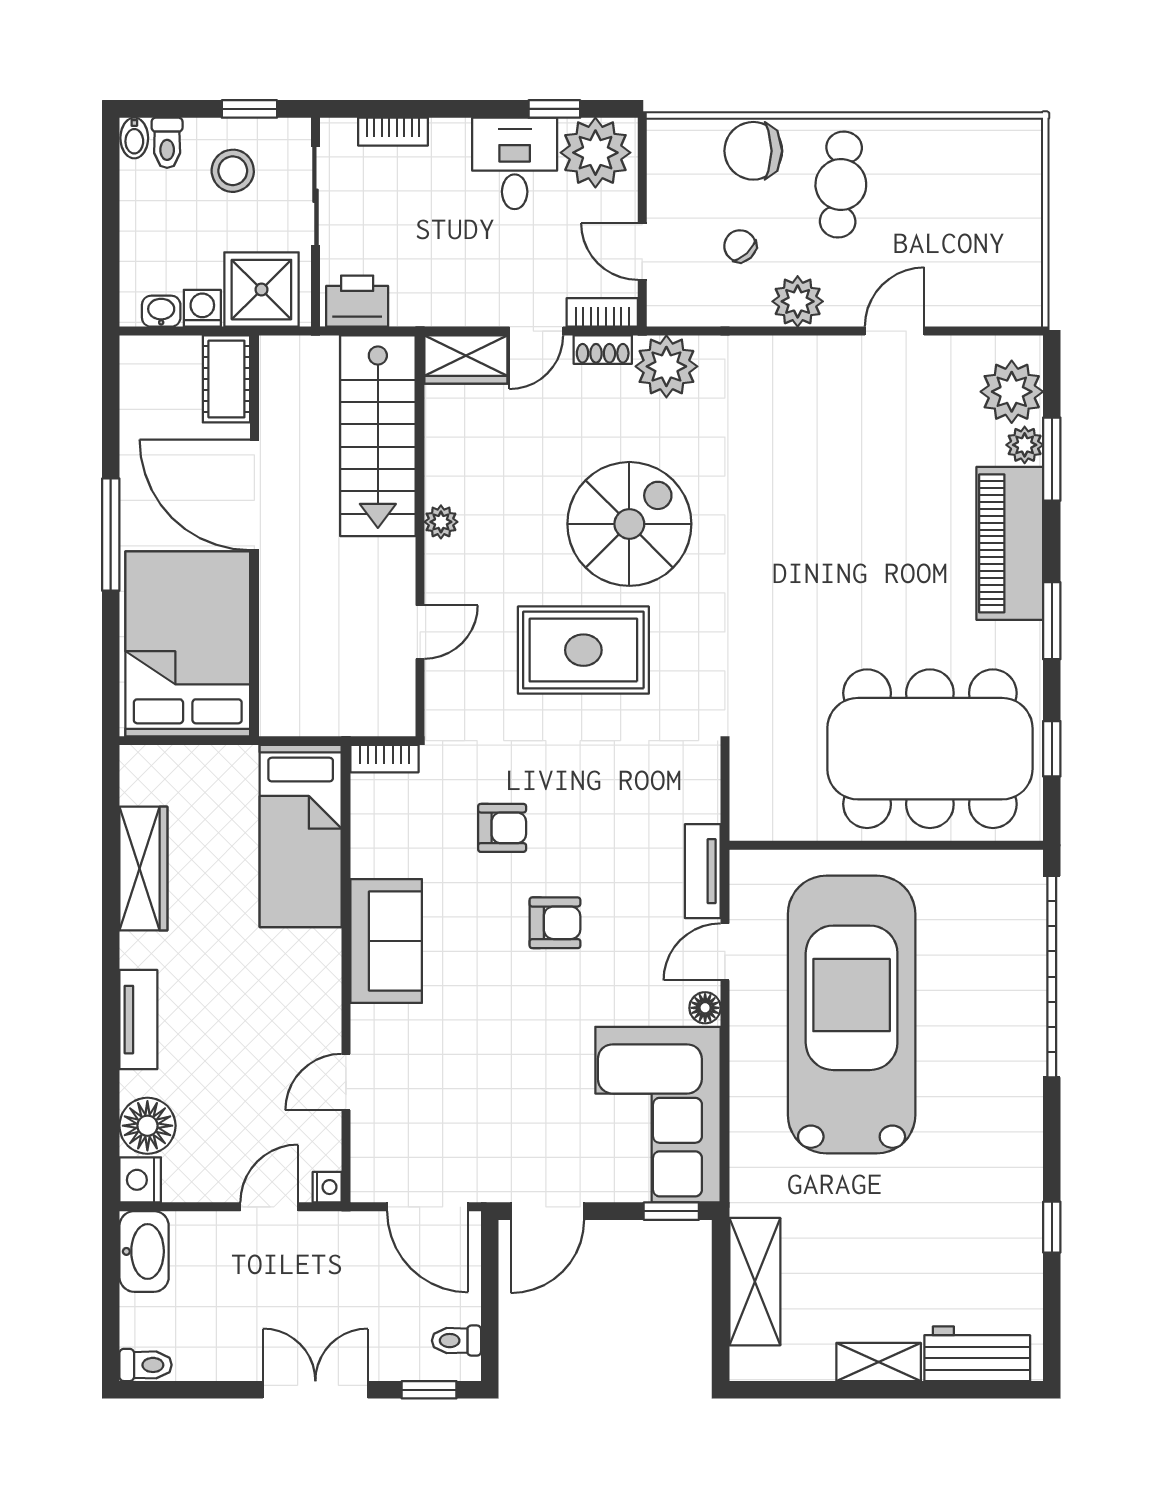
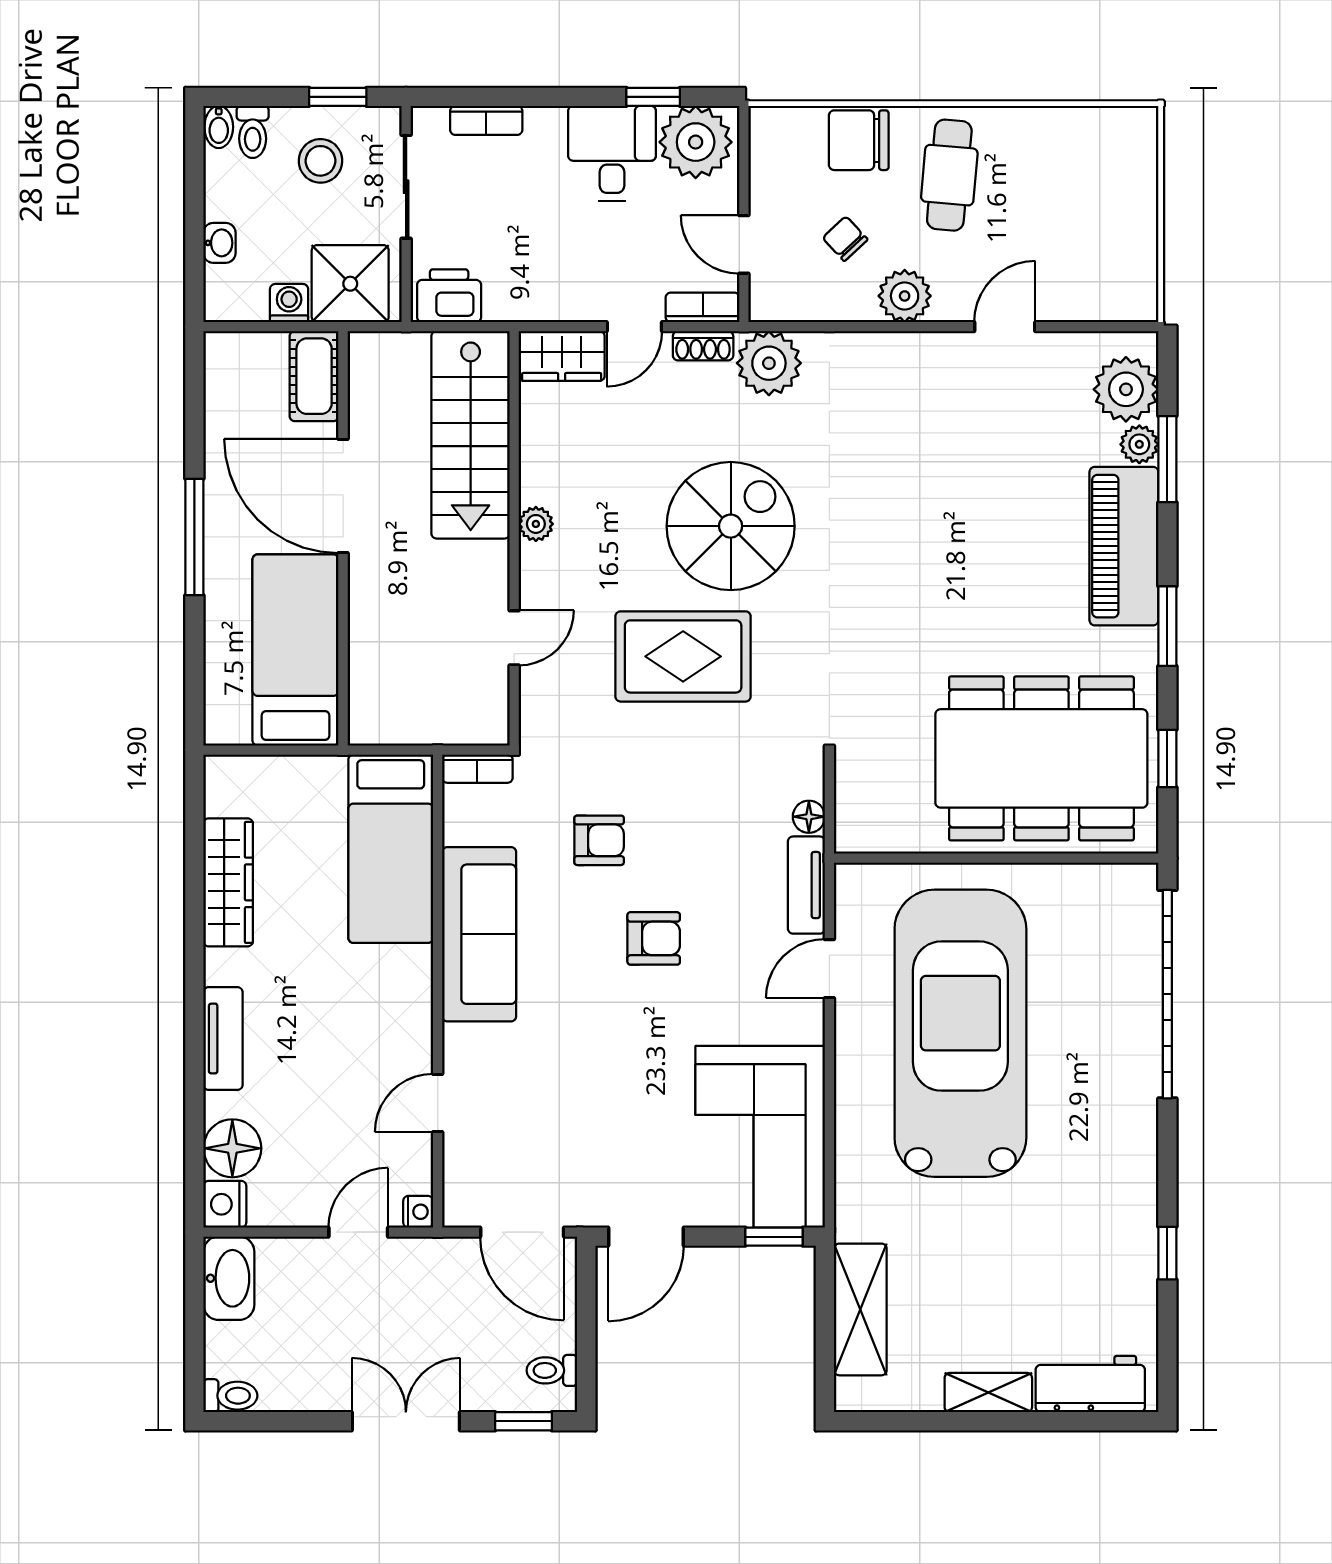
washbasin: (161, 311) -> (219, 243), moved, turned 90
bed: (188, 644) -> (295, 650), width x0.67
sofa: (386, 941) -> (479, 934), width x1.36
floor lamp: (705, 1008) -> (809, 817), moved

